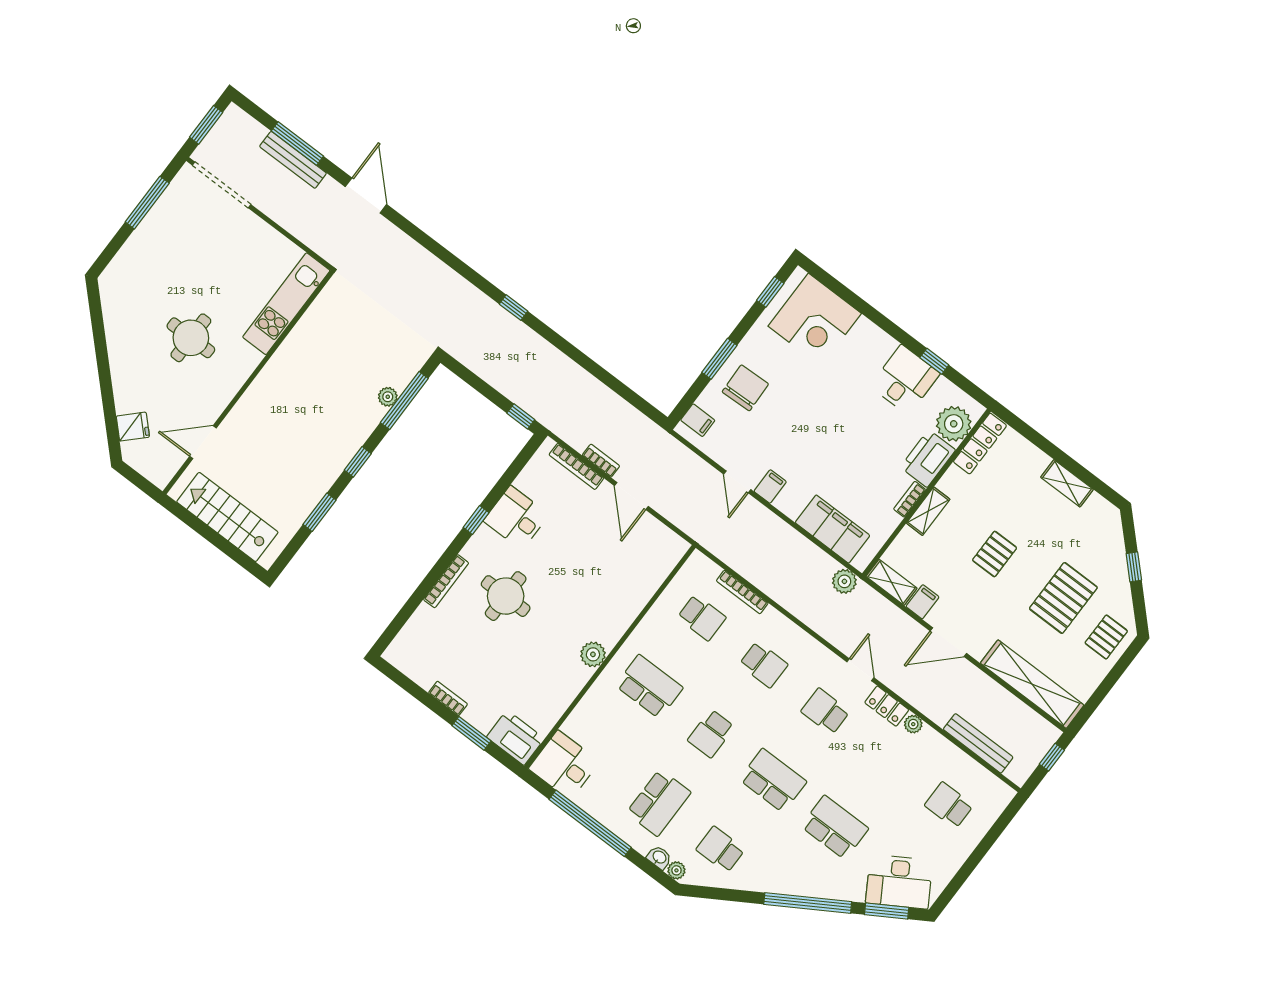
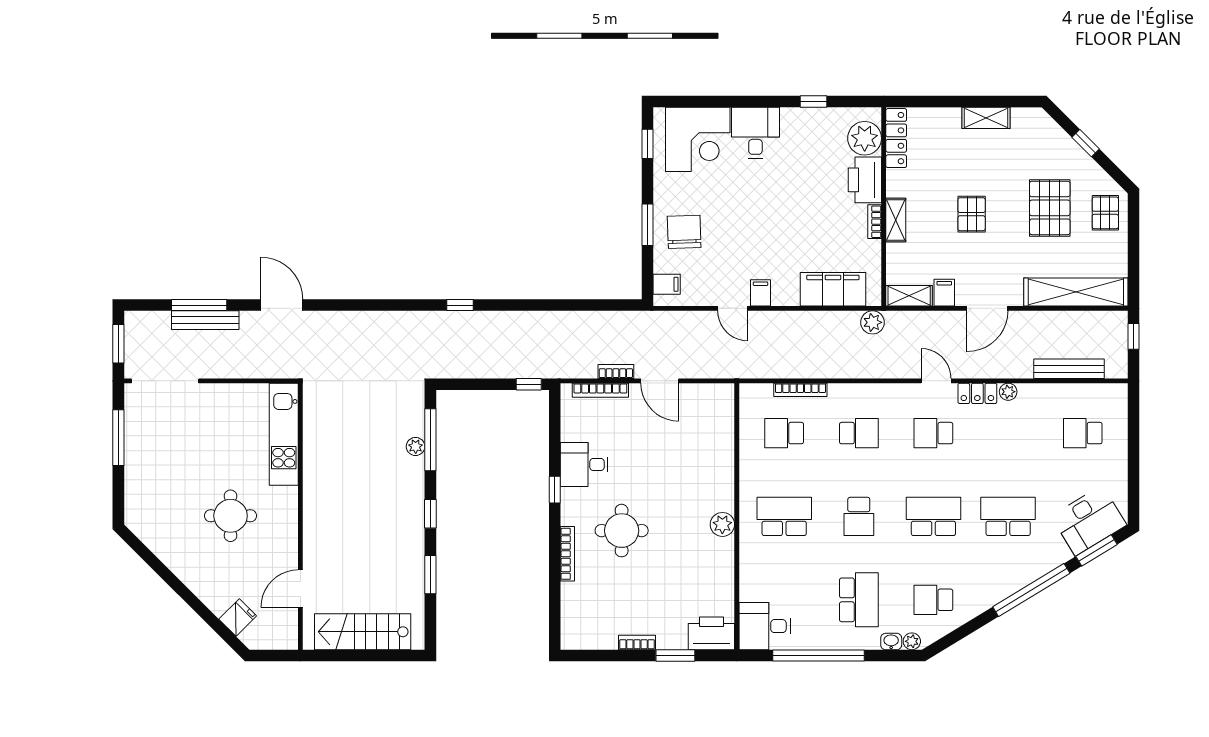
desk: (905, 380) -> (755, 133), moved
school desk: (702, 618) -> (784, 433), turned 180

